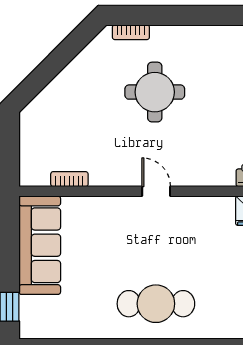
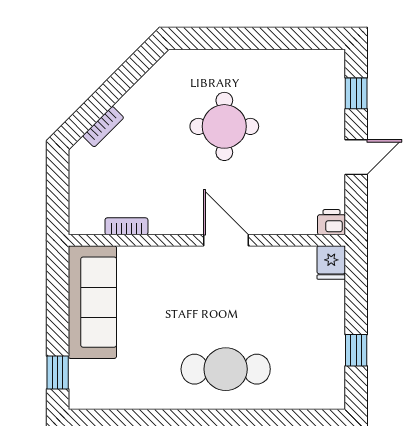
bookcase: (131, 32) -> (103, 127), moved, turned -45
door: (156, 191) -> (226, 240), width x1.38

